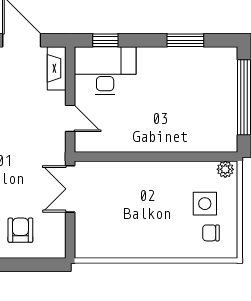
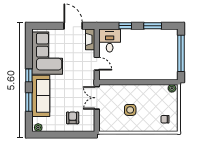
window: (105, 40) -> (125, 26), moved
desk: (105, 71) -> (110, 40), width x0.73
side table: (205, 204) -> (130, 110), moved

